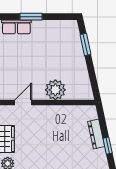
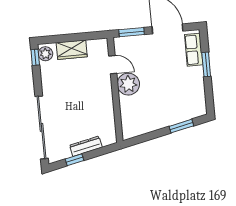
plant: (55, 90) -> (128, 84), moved

